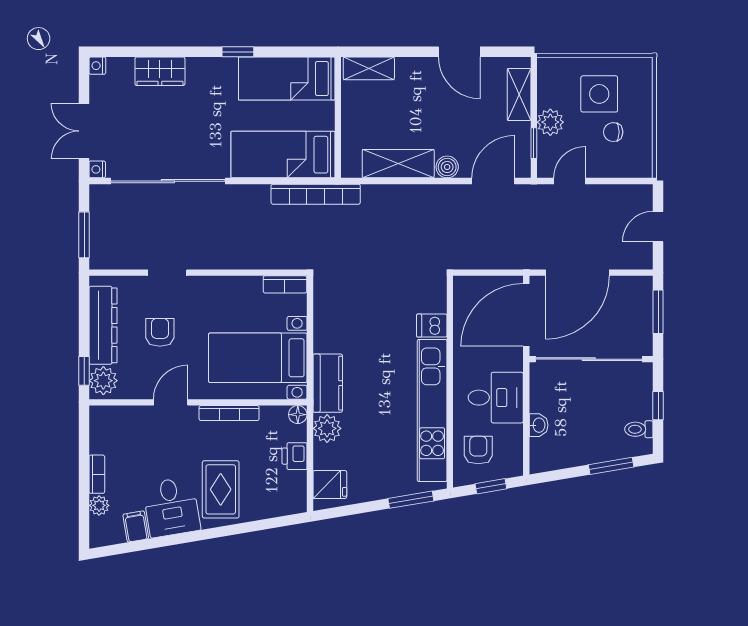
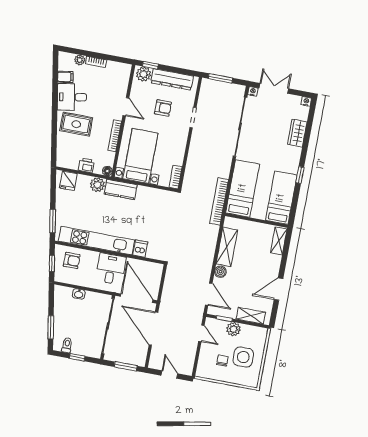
desk: (496, 398) -> (111, 269), moved, turned 180

